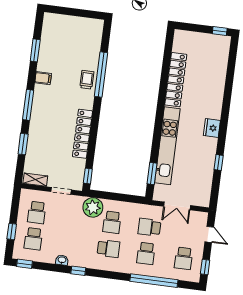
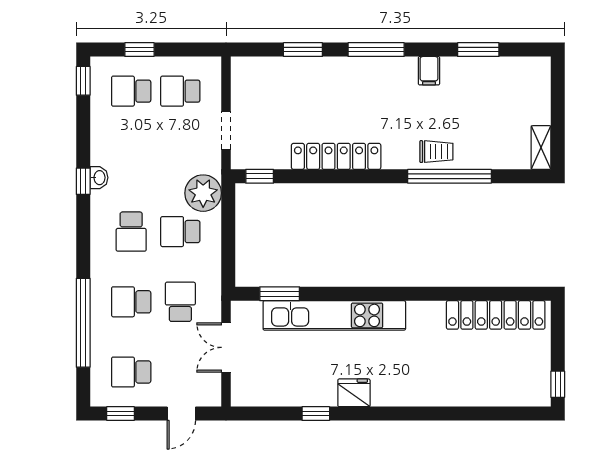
locker: (176, 80) -> (496, 315), moved
fridge: (212, 128) -> (354, 393), moved
shelving: (35, 180) -> (541, 148), moved
washbasin: (62, 260) -> (99, 178), moved

